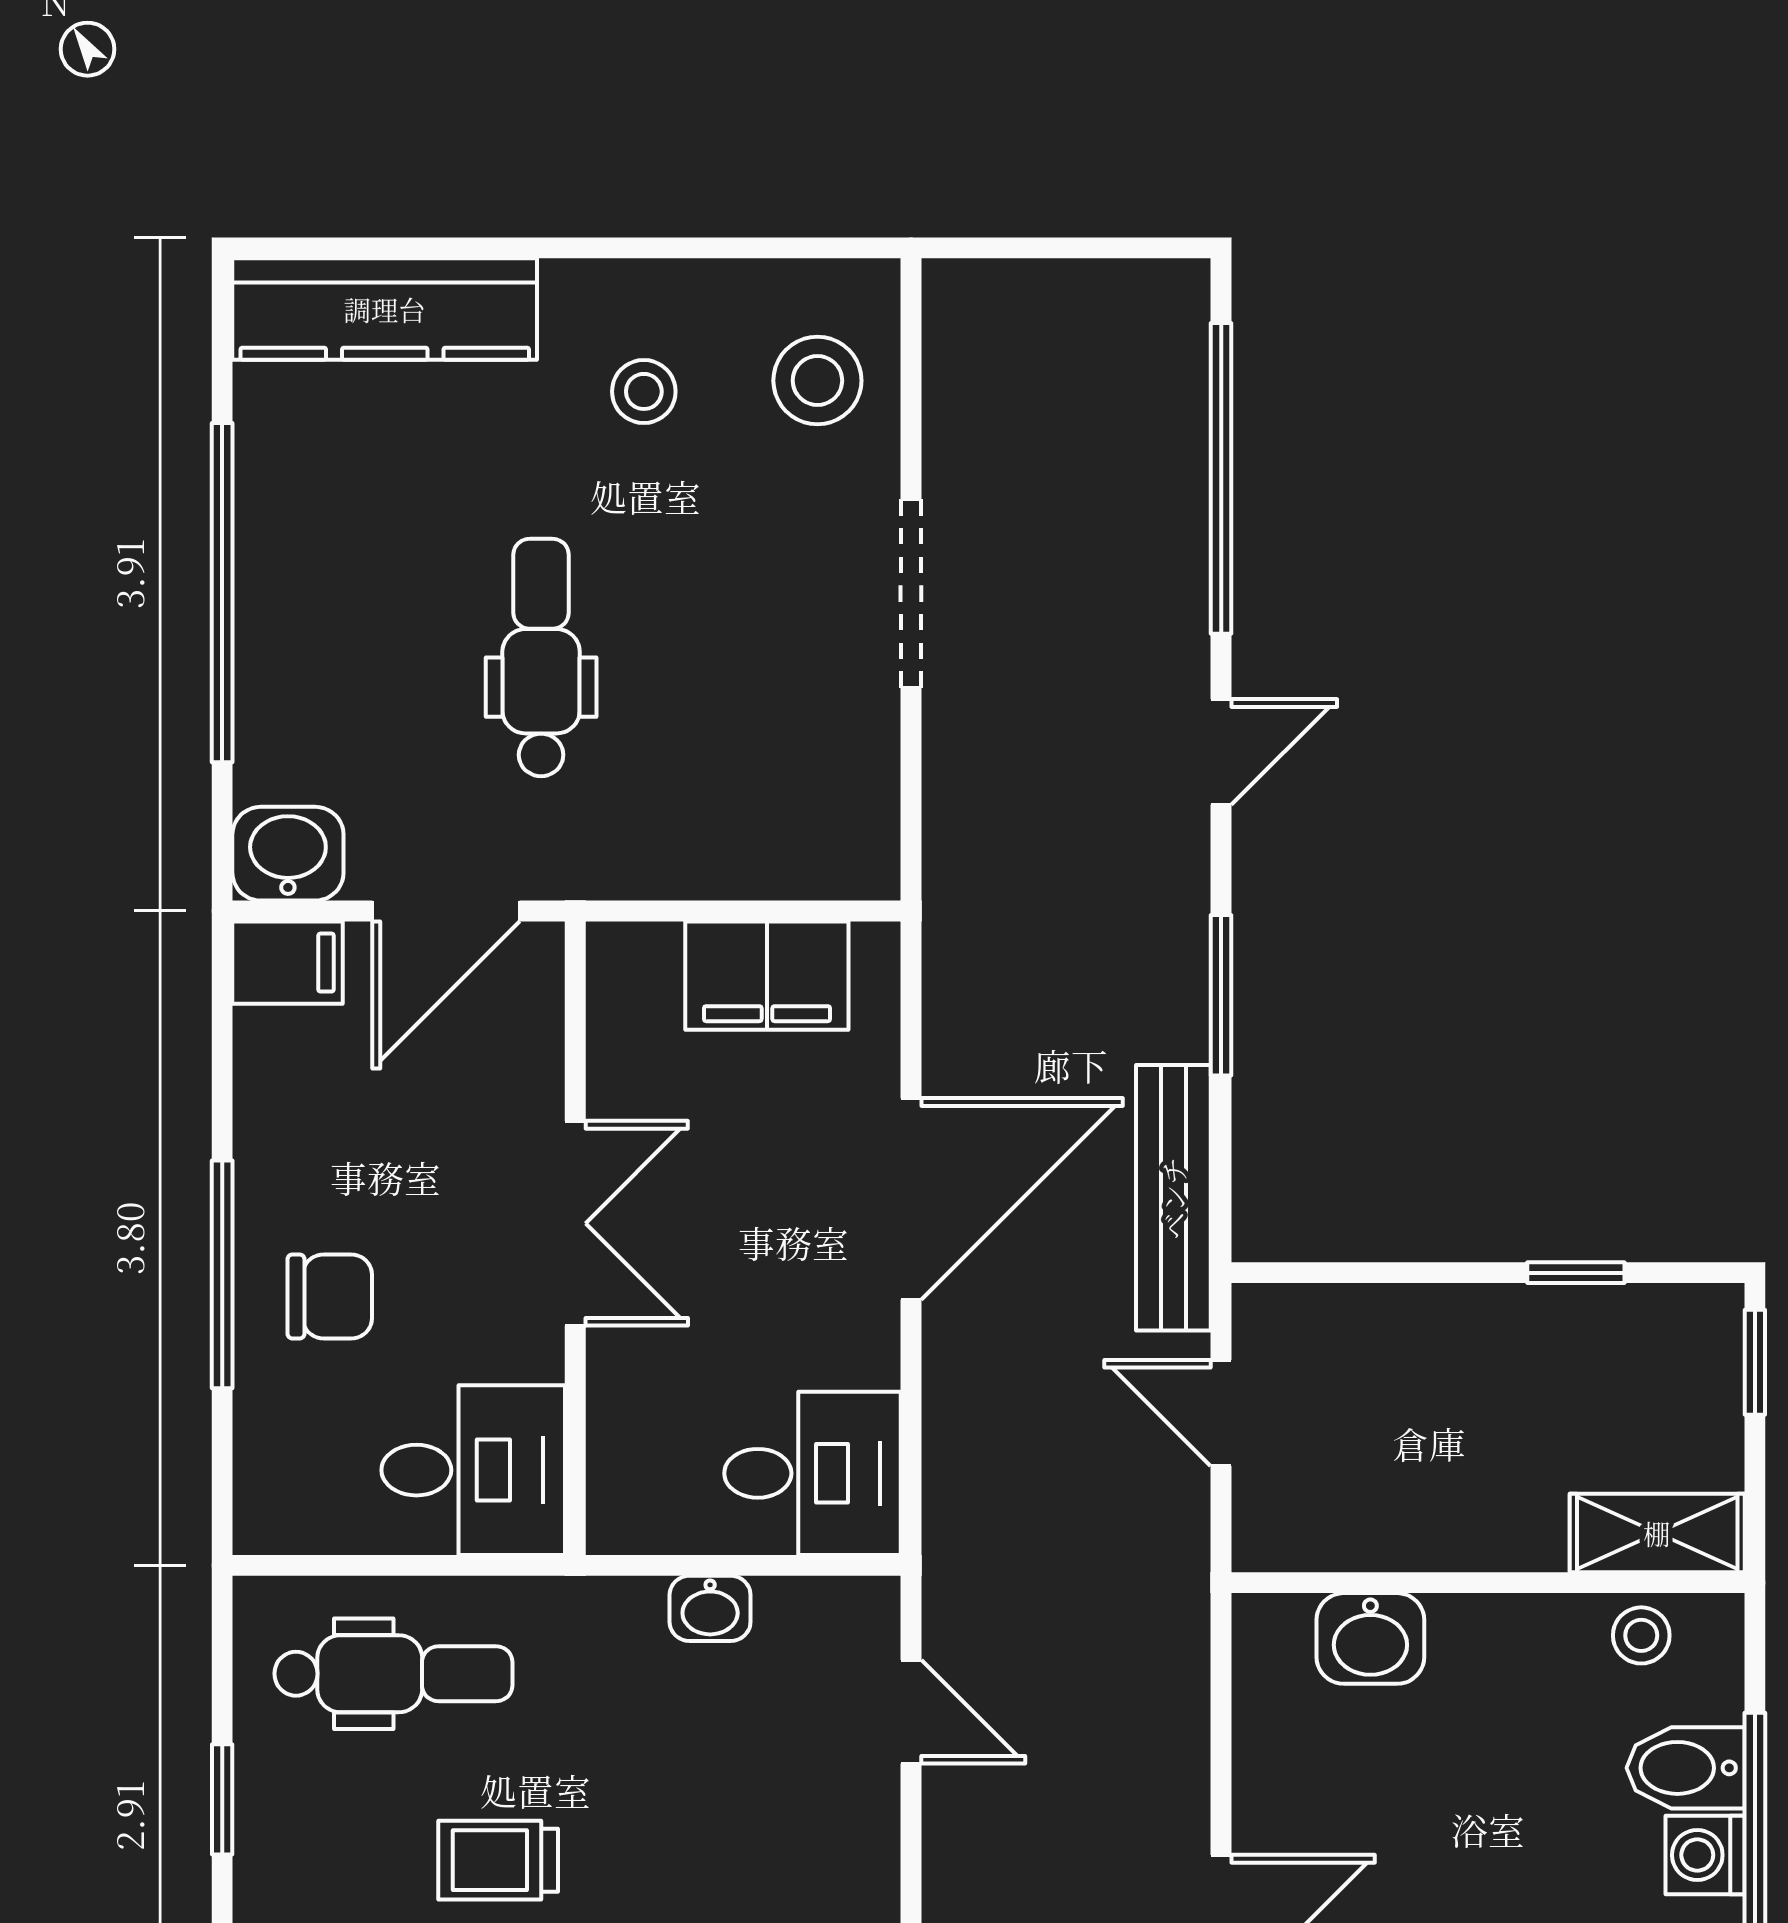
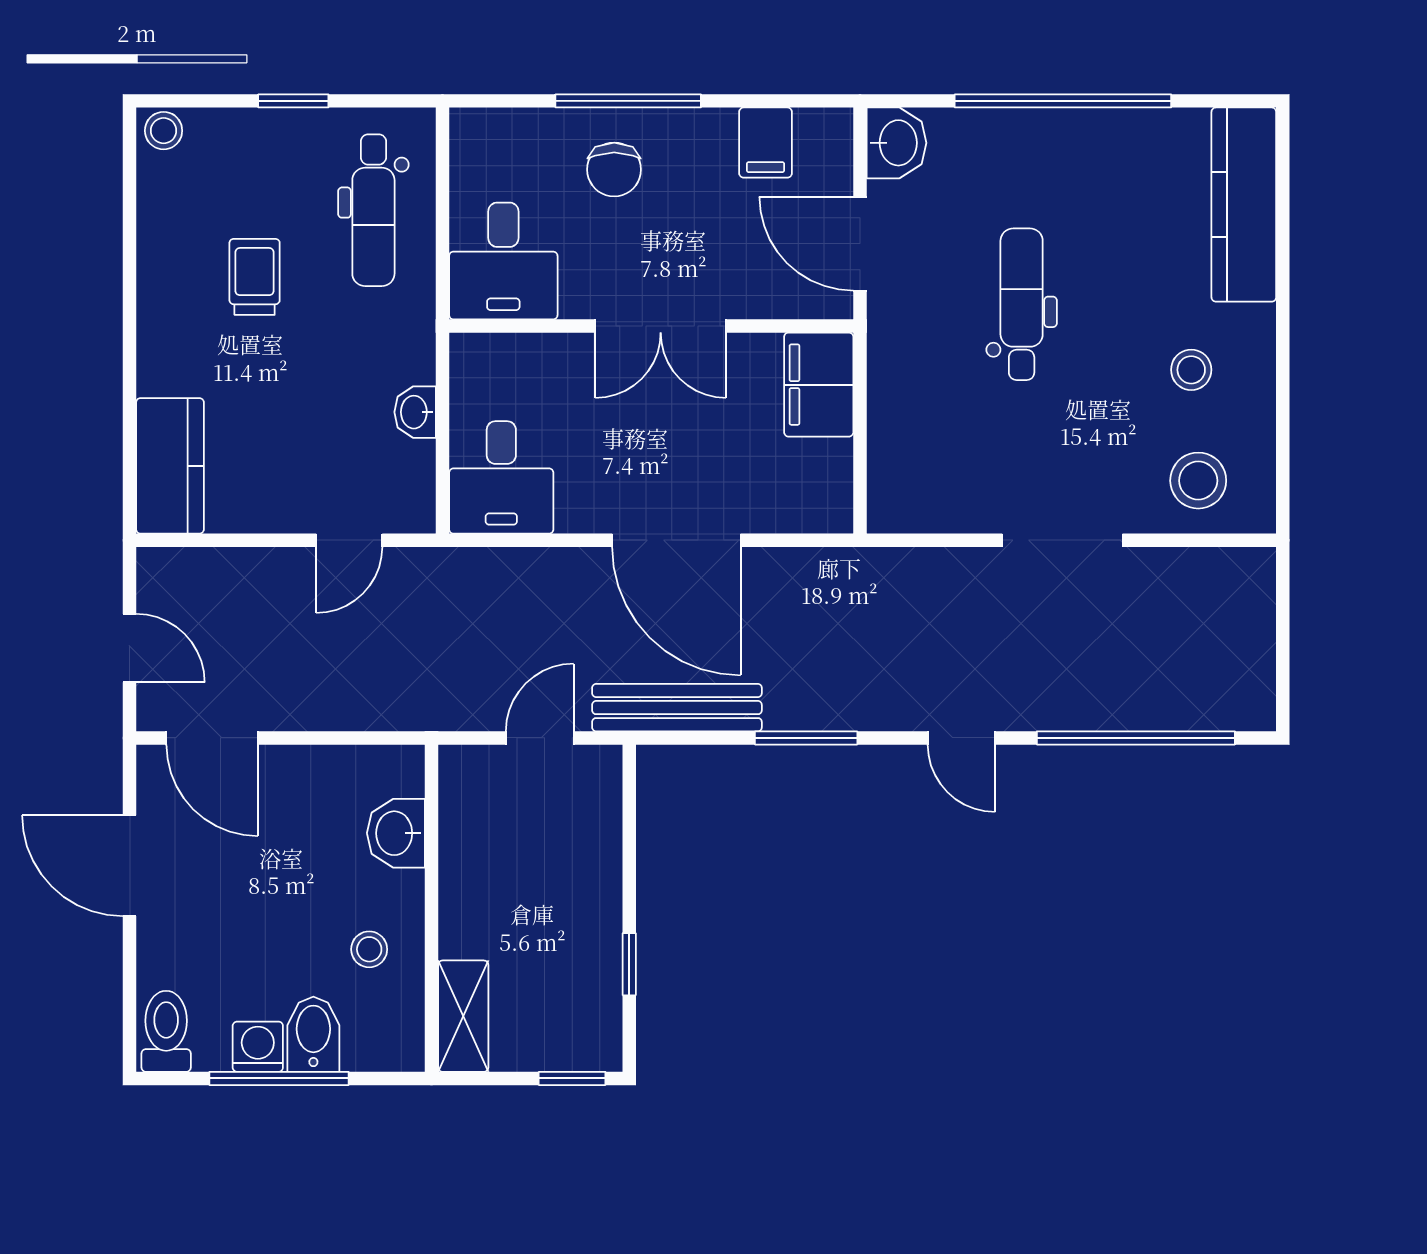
dental chair: (541, 657) -> (1022, 304), turned -90
filing cabinet: (287, 963) -> (766, 143), moved
filing cabinet: (767, 976) -> (819, 385), moved
stool: (1641, 1635) -> (369, 949), moved

